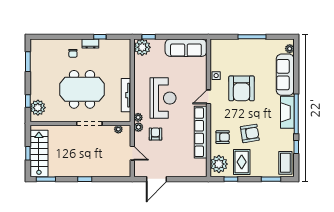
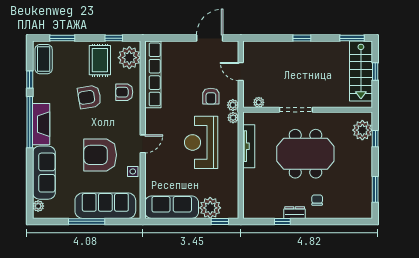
plant: (142, 47) -> (210, 208), moved
sofa: (237, 49) -> (105, 206), added
armchair: (242, 88) -> (100, 155), turned -90
row of seats: (201, 132) -> (153, 74), moved

